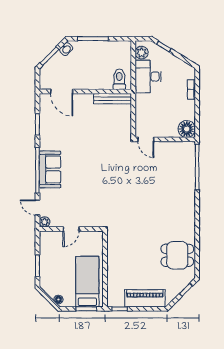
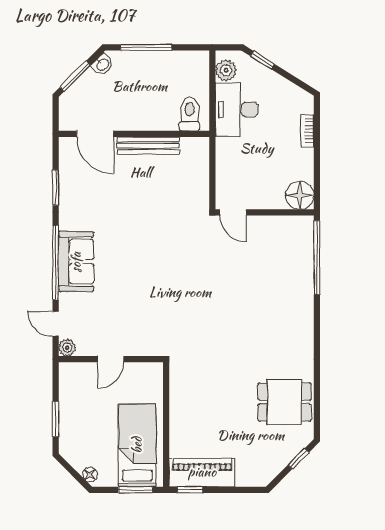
bench: (113, 99) -> (148, 146), moved
piano: (145, 298) -> (202, 472), moved

